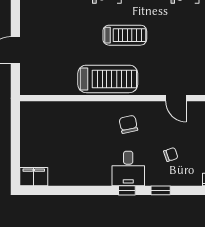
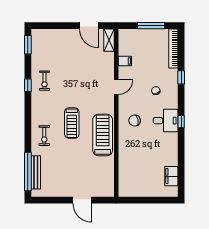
treadmill: (125, 35) -> (72, 123), turned 180
filing cabinet: (34, 177) -> (171, 176), moved
window: (161, 190) -> (181, 77), moved

